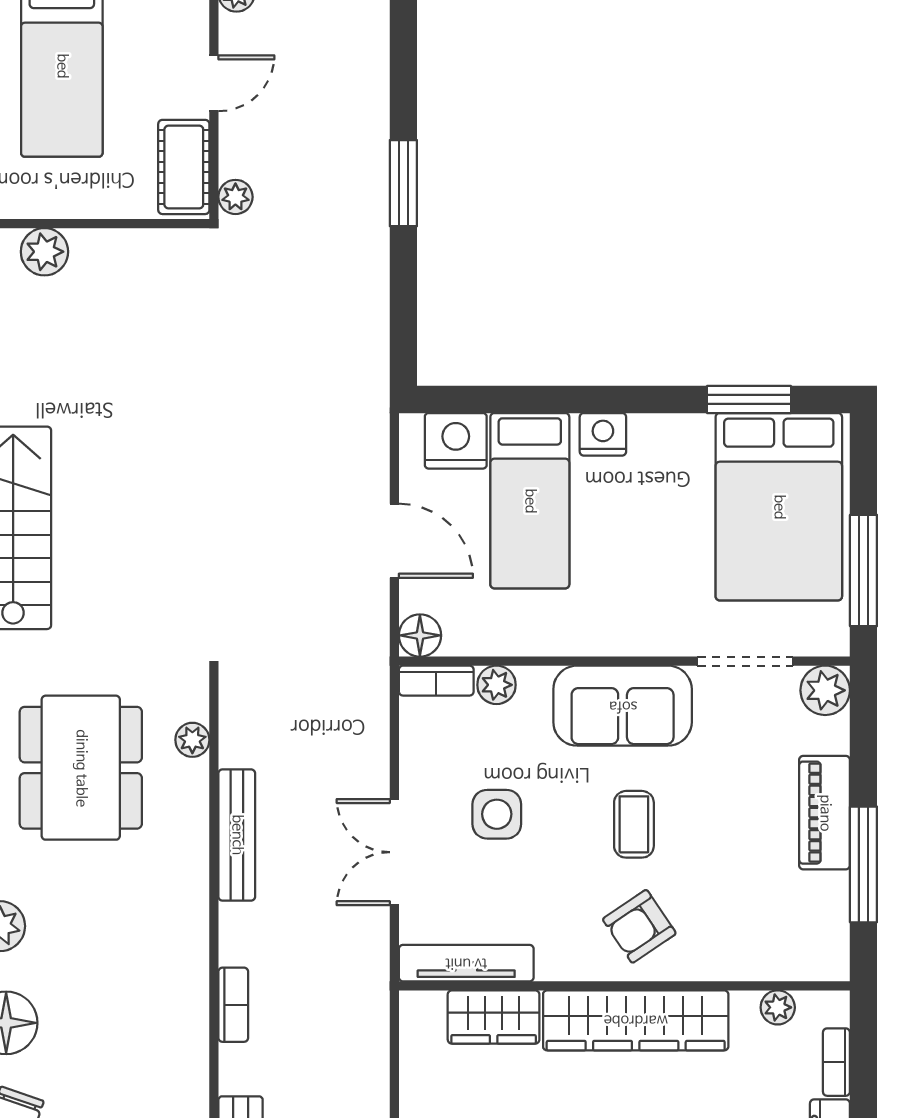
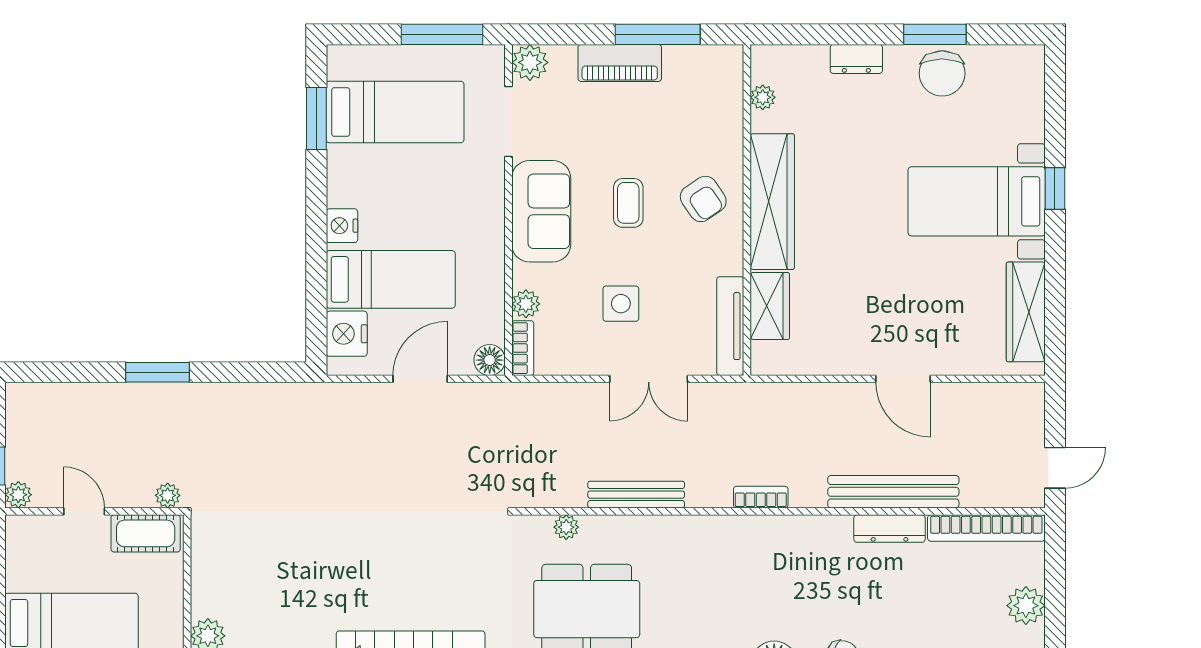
bed: (779, 507) -> (395, 112), width x0.67
coffee table: (634, 824) -> (628, 203), turned 90
bookcase: (836, 1062) -> (803, 54), removed

